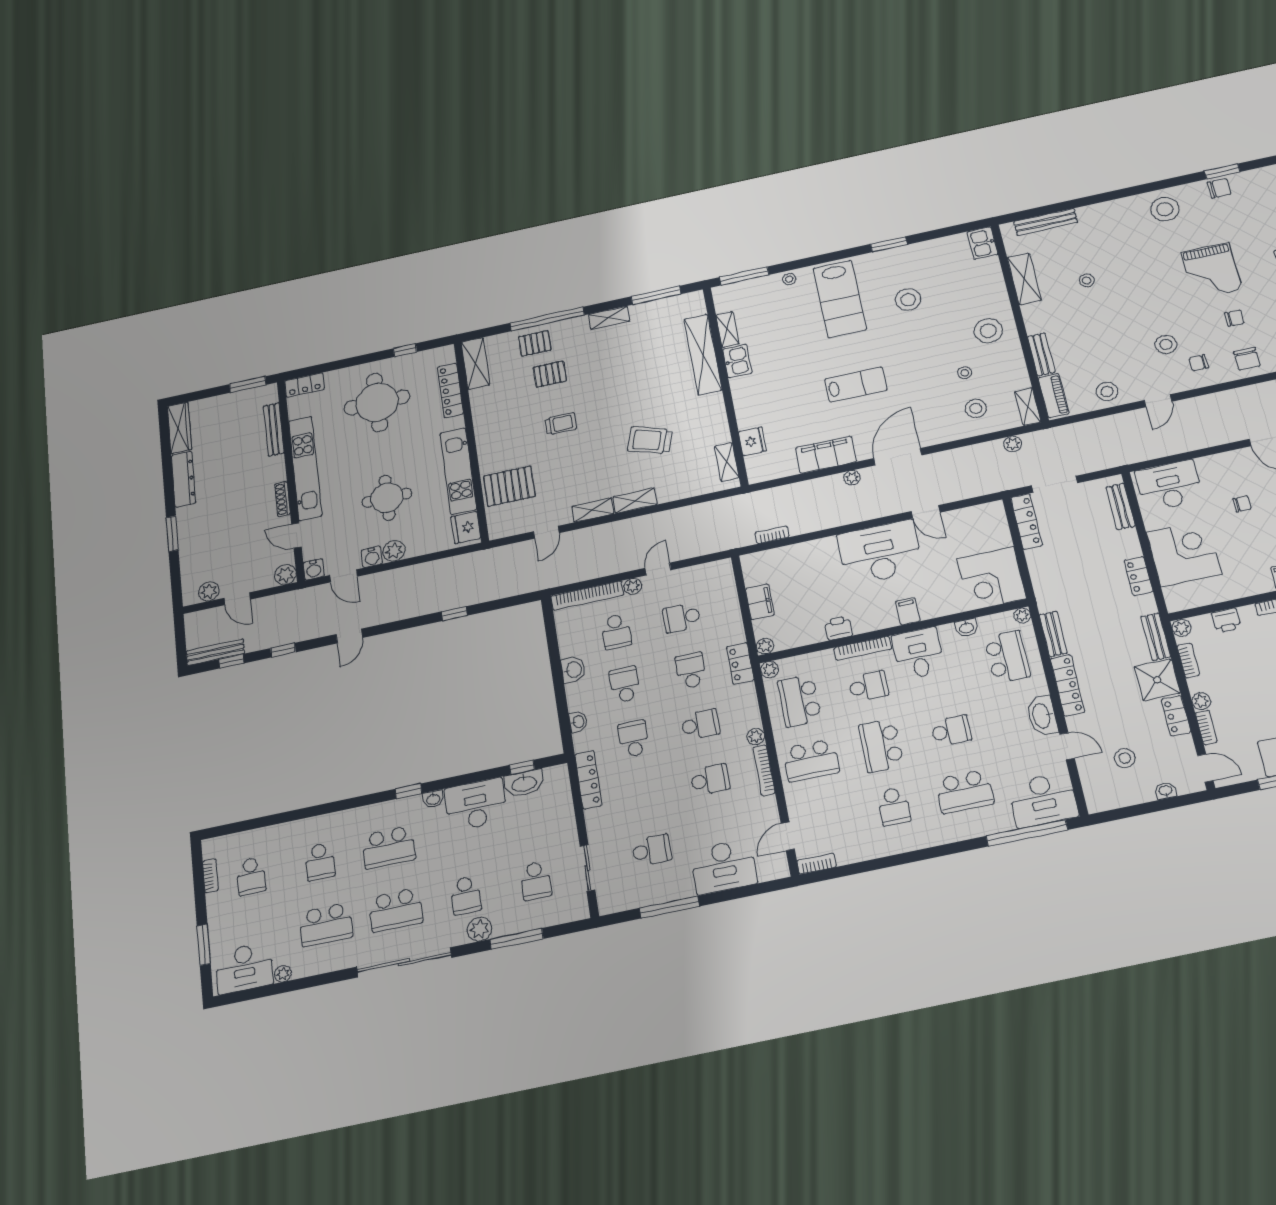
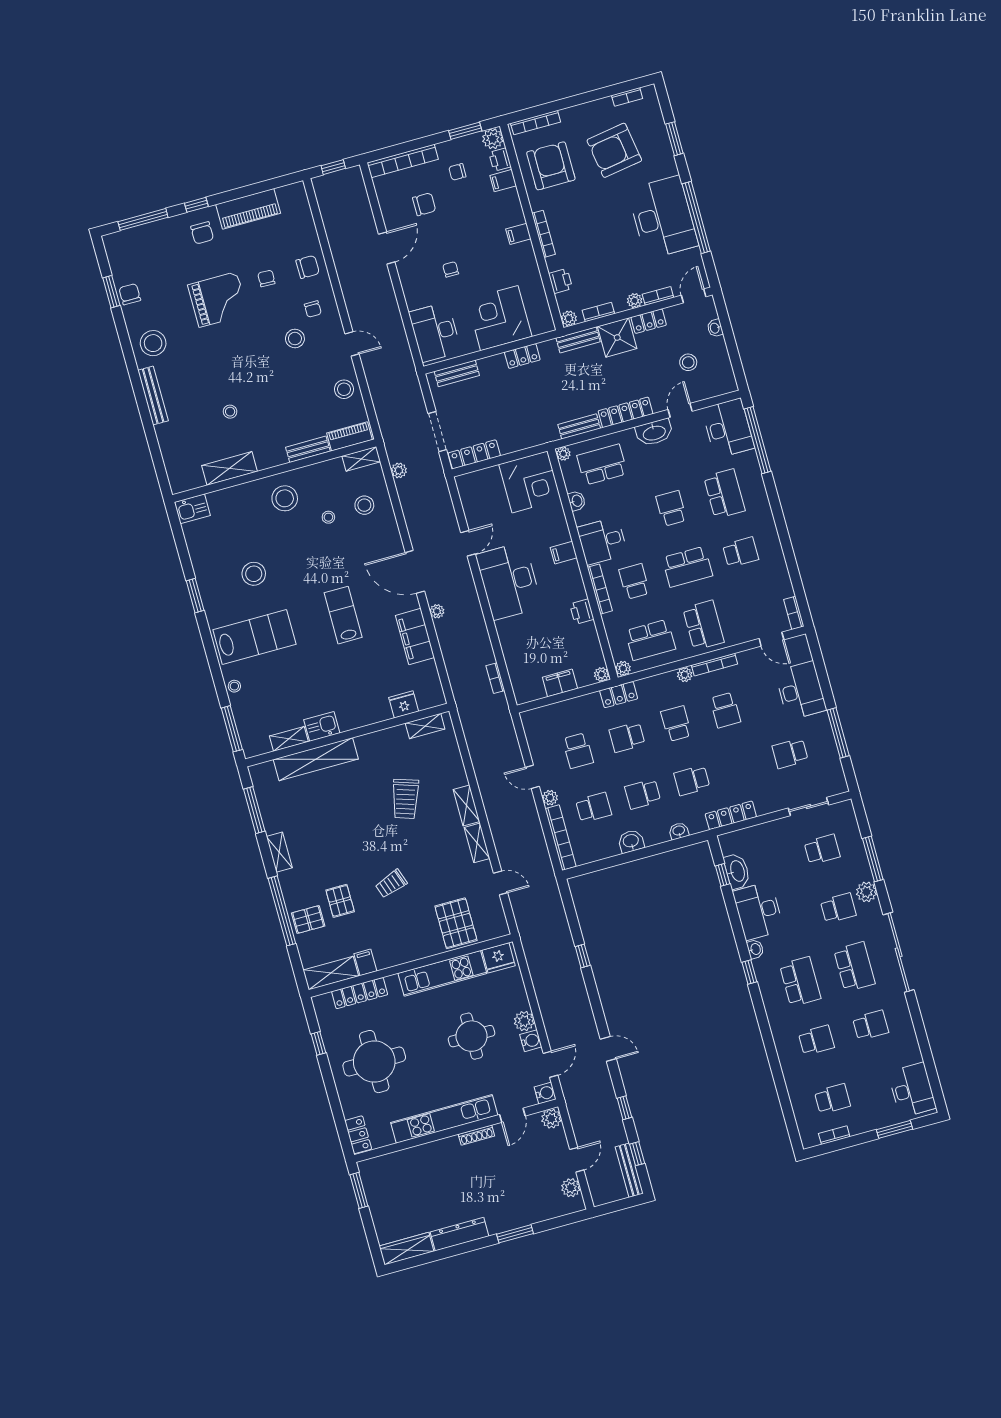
bench: (1046, 222) -> (153, 396), moved
pallet: (535, 343) -> (308, 919), turned 90
filing cabinet: (482, 397) -> (365, 962), added
trolley: (561, 424) -> (391, 884), turned -109
bench: (274, 429) -> (405, 1156), removed
school desk: (710, 780) -> (725, 710), turned 180
school desk: (652, 850) -> (790, 753), turned -90
school desk: (326, 924) -> (871, 1025), width x0.54
plant: (283, 974) -> (915, 1055), removed

